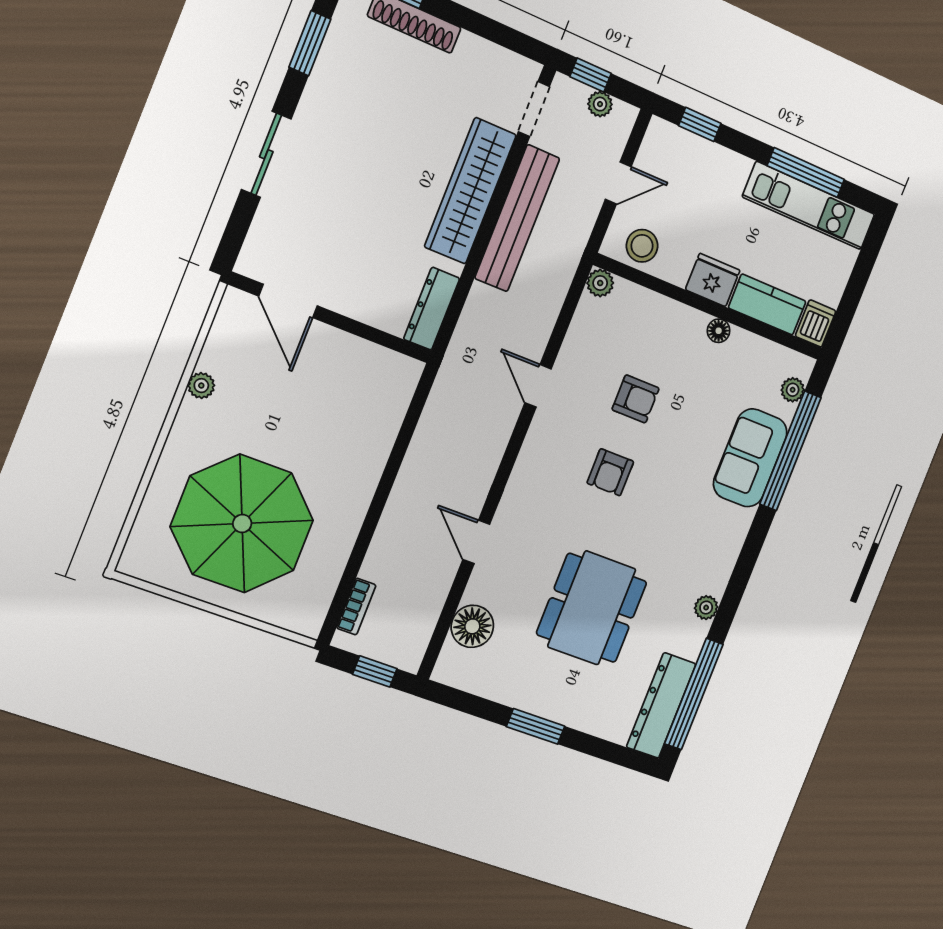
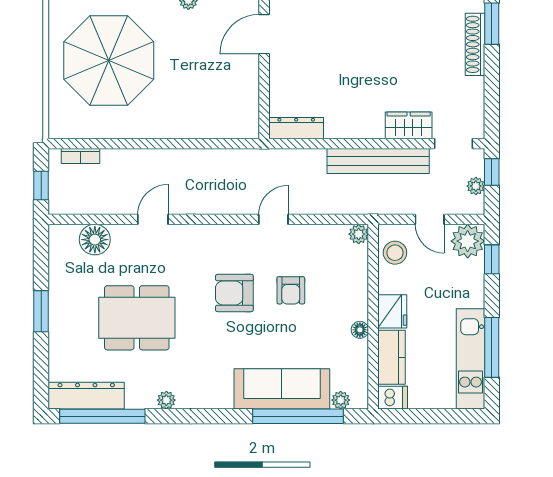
plant: (665, 145) -> (468, 241), added
wardrobe: (470, 191) -> (409, 125), width x0.48, depth x0.85
sofa: (750, 458) -> (282, 389), width x1.36
armchair: (610, 472) -> (234, 293), width x1.38, depth x1.38

